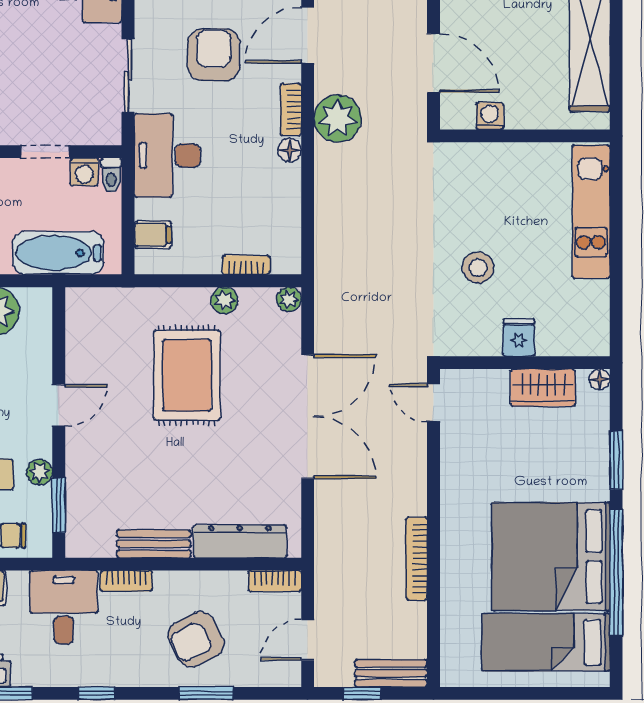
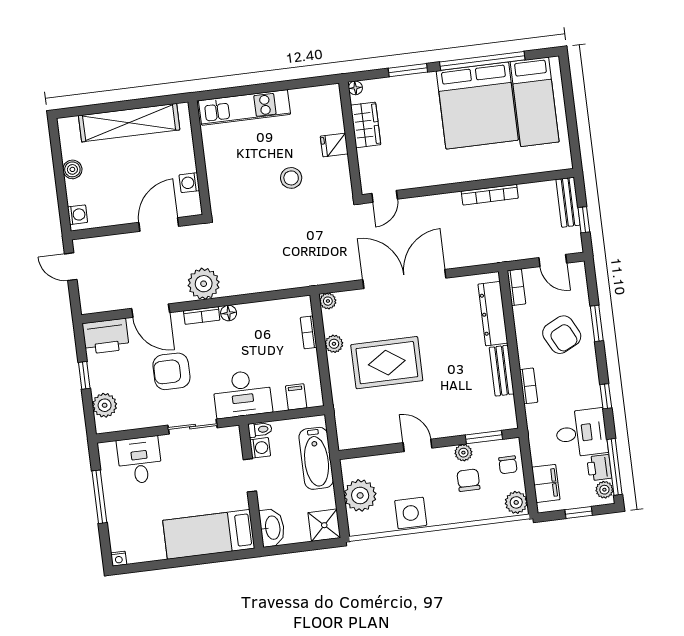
desk: (64, 607) -> (581, 433), moved, turned 180

